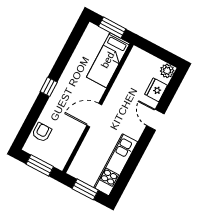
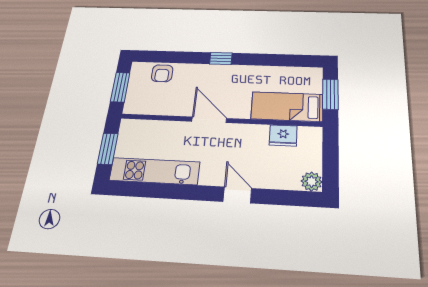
fridge: (156, 90) -> (283, 135), moved, turned 180
door: (155, 120) -> (237, 195), hinge flipped
armchair: (42, 132) -> (162, 73), turned 90

